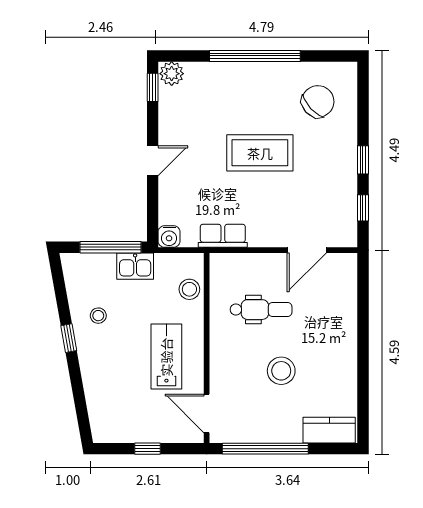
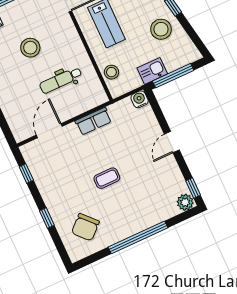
coffee table: (260, 153) -> (107, 178), width x0.54, depth x0.58
window: (363, 160) -> (47, 218), moved
row of seats: (223, 236) -> (93, 121), moved
stool: (98, 316) -> (161, 29), width x1.89, depth x1.89

